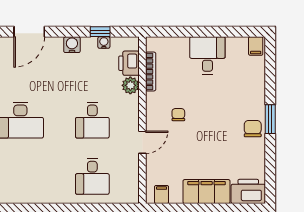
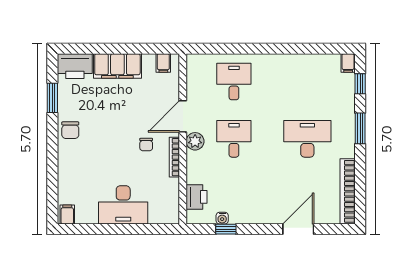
water cooler: (72, 45) -> (255, 216), removed
desk: (207, 55) -> (123, 205), width x1.37
bookcase: (151, 72) -> (174, 157), moved
plant: (130, 85) -> (195, 141), moved
window: (270, 119) -> (52, 98), moved
door: (142, 142) -> (183, 116), width x1.38

